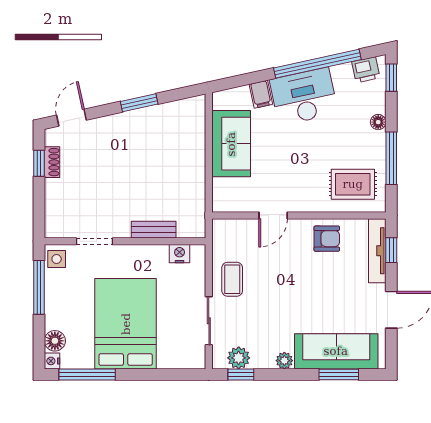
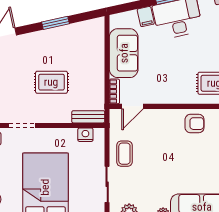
rug: (134, 183) -> (51, 82), added
bookcase: (219, 195) -> (114, 91), added
door: (273, 215) -> (132, 106), moved
bench: (154, 230) -> (88, 117), moved

